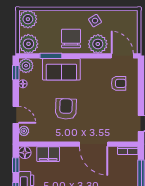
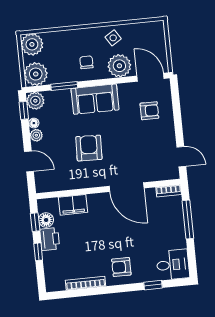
chair: (71, 38) -> (86, 62), width x0.54, depth x0.54
sofa: (61, 69) -> (95, 99), moved
plant: (24, 131) -> (36, 135), moved
floor lamp: (25, 153) -> (46, 220), moved

